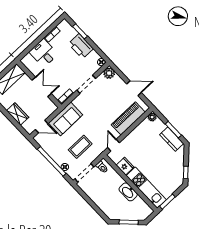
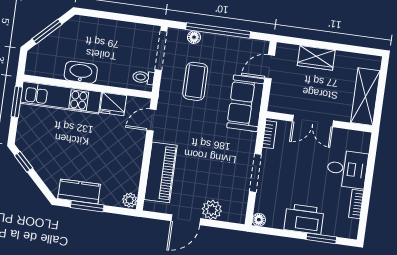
plant: (109, 73) -> (212, 210), moved
door: (114, 145) -> (152, 120), swing flipped

